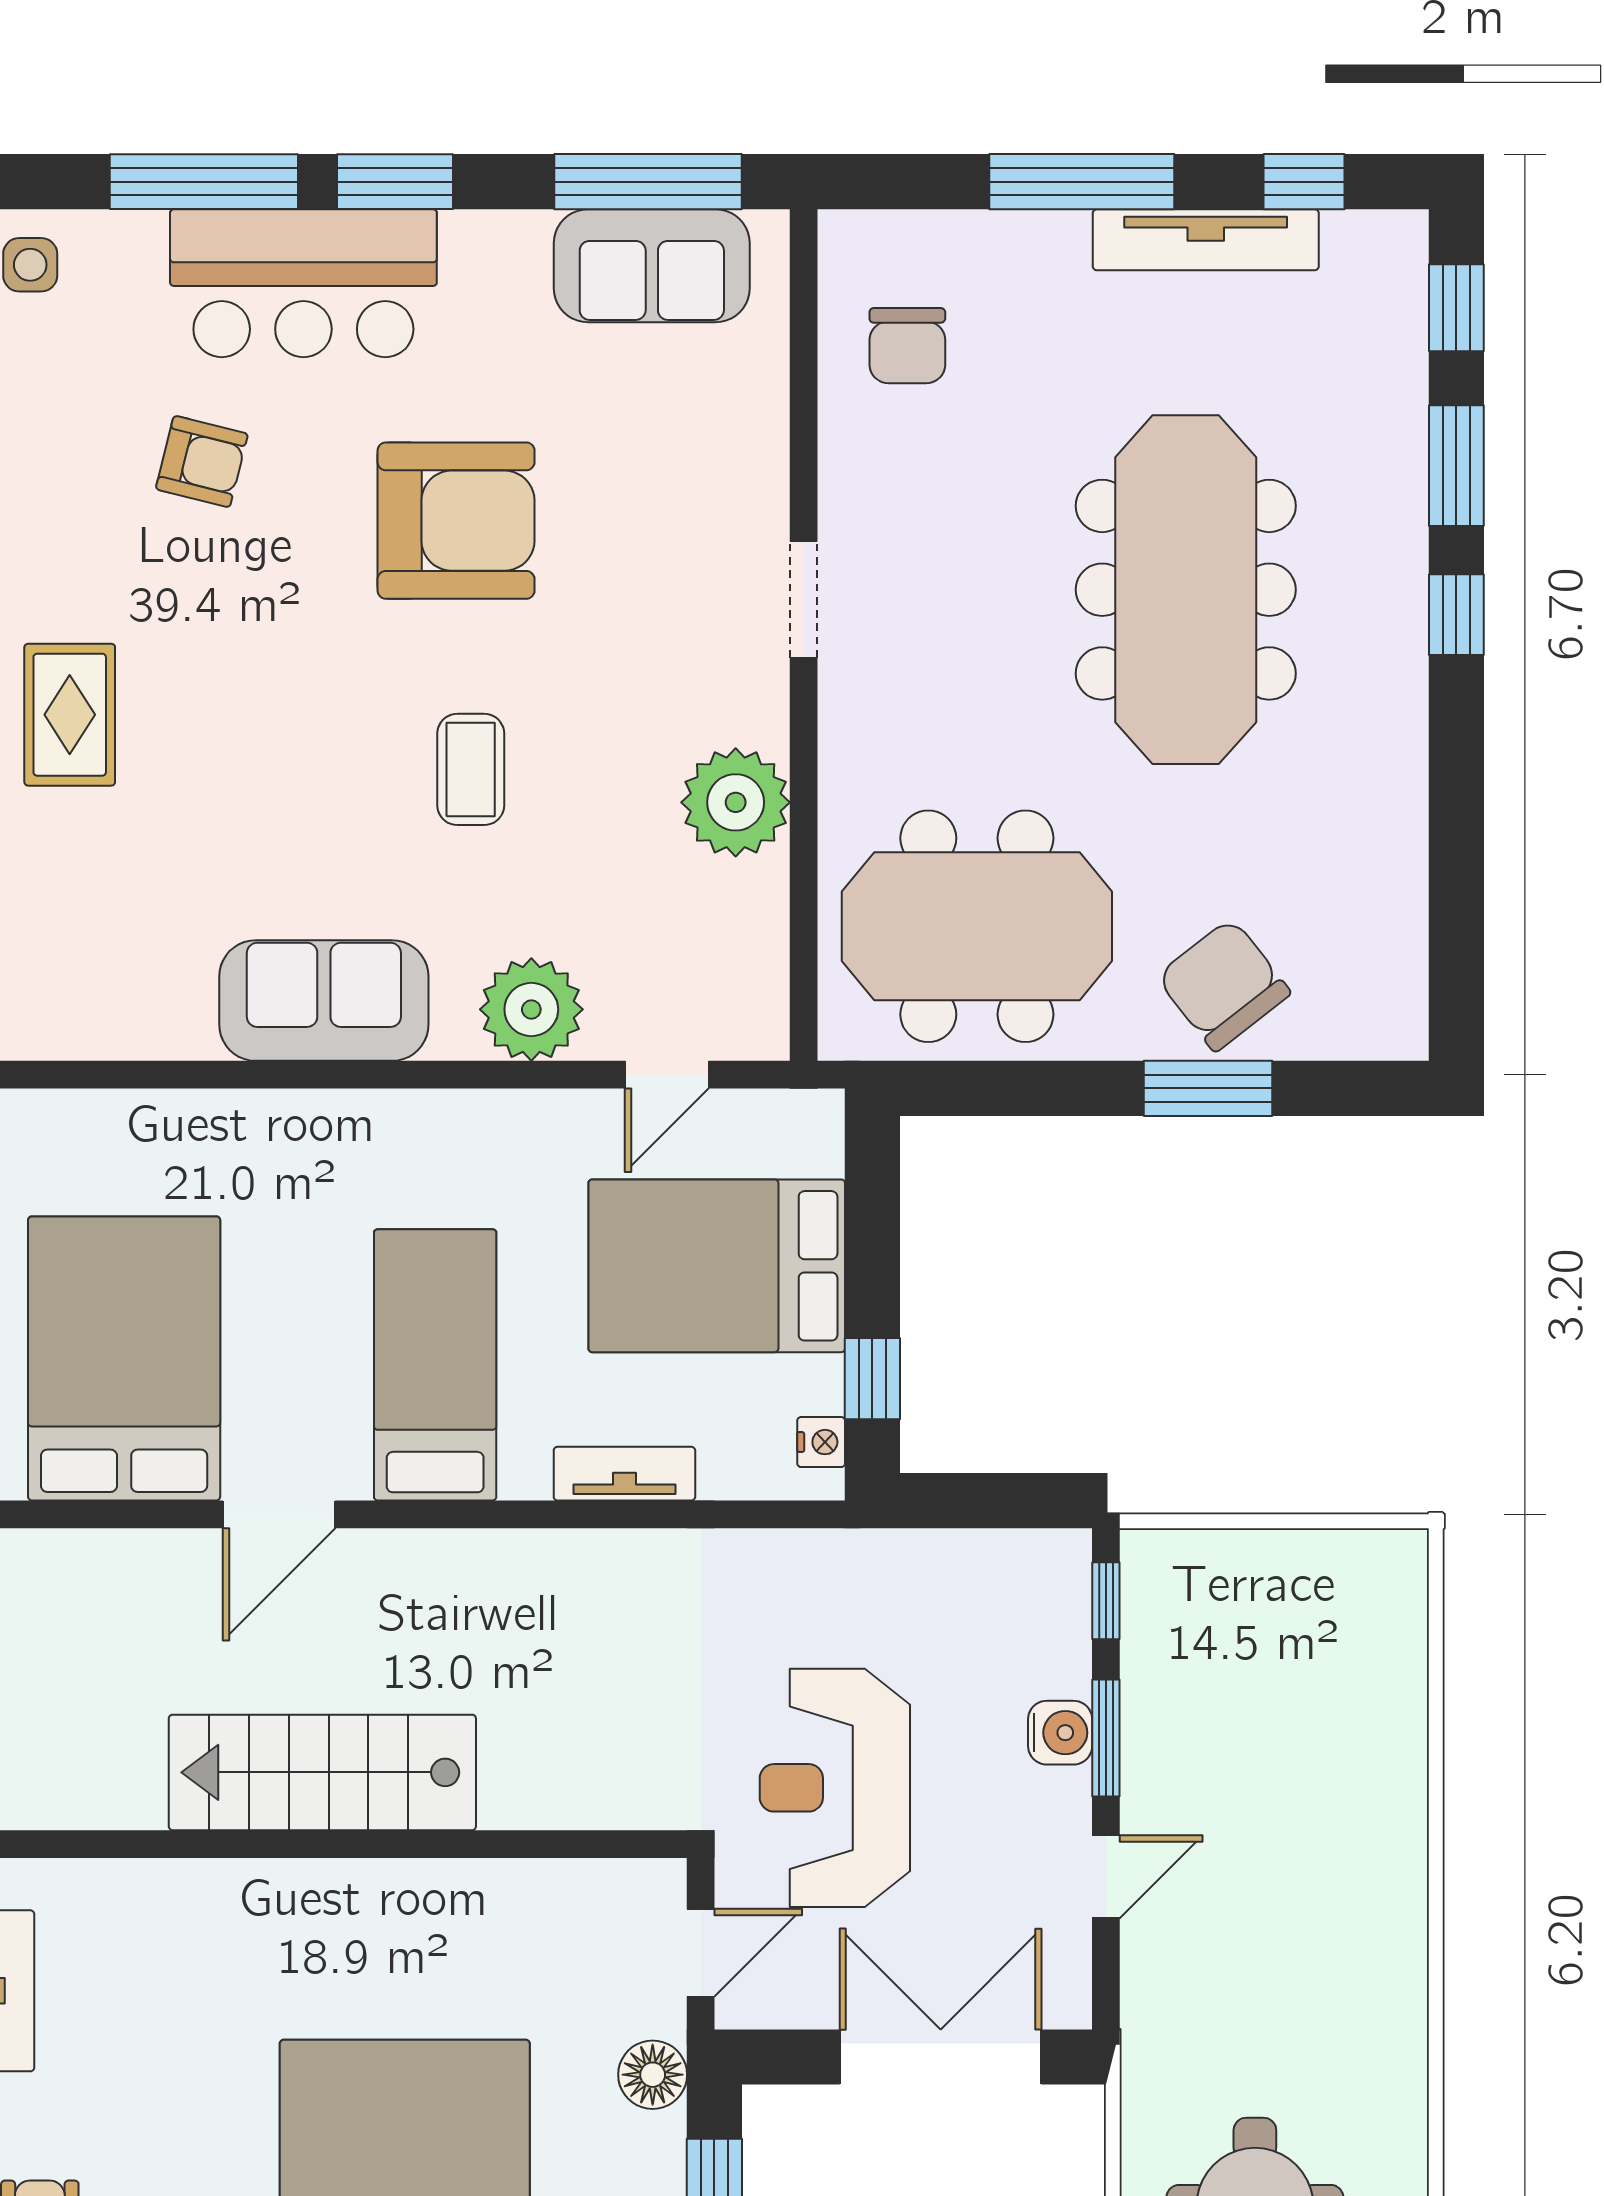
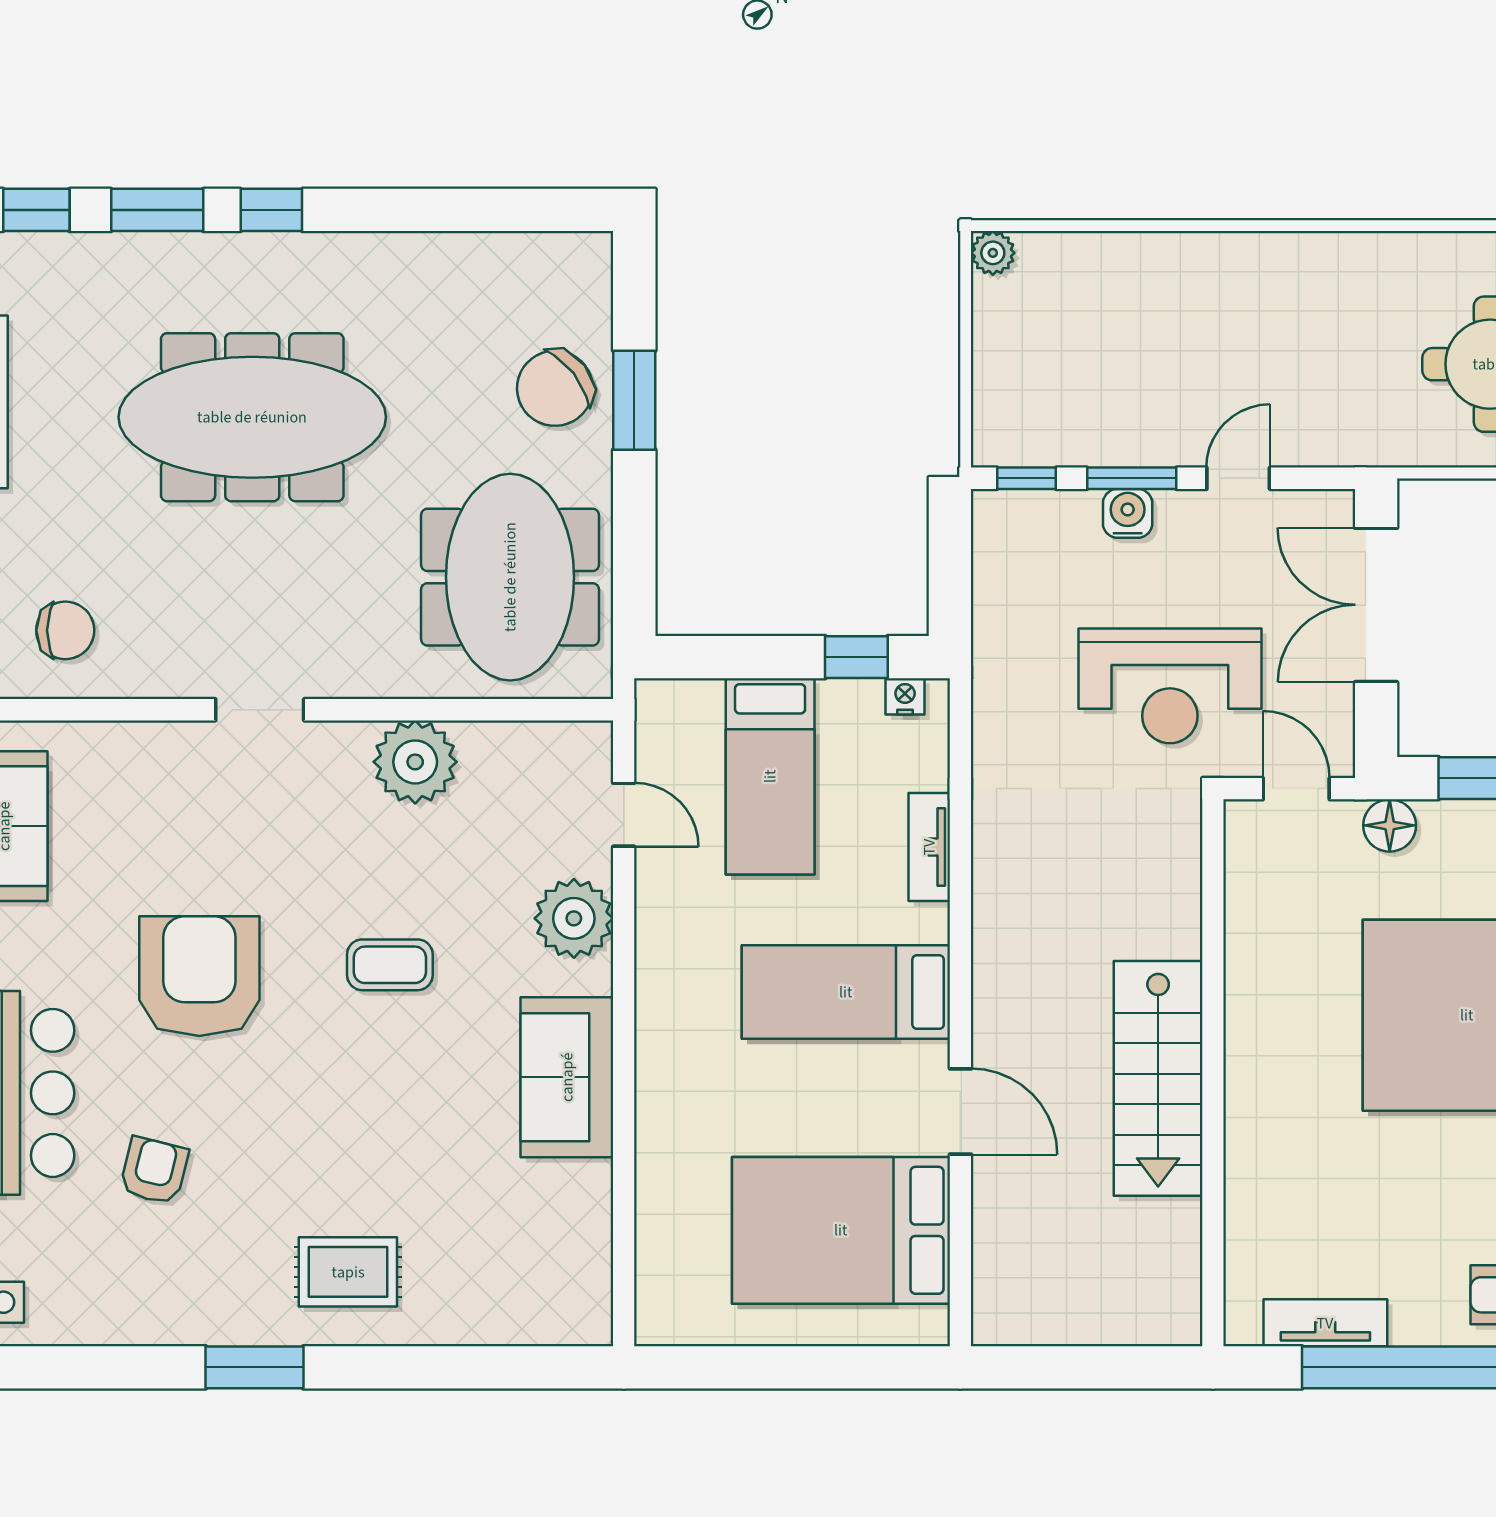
bed: (717, 1266) -> (770, 776), width x0.67
plant: (1400, 1557) -> (993, 253), added
door: (1106, 1877) -> (1238, 478), hinge flipped

